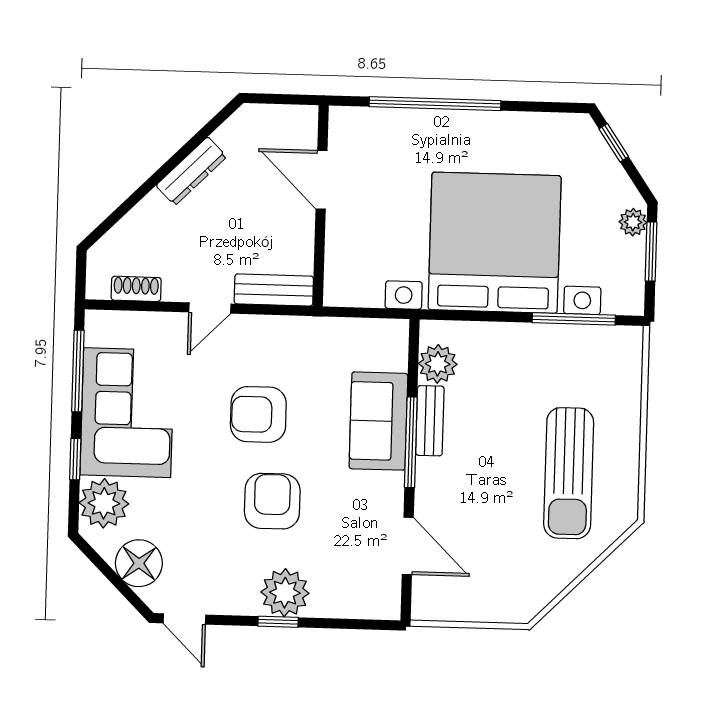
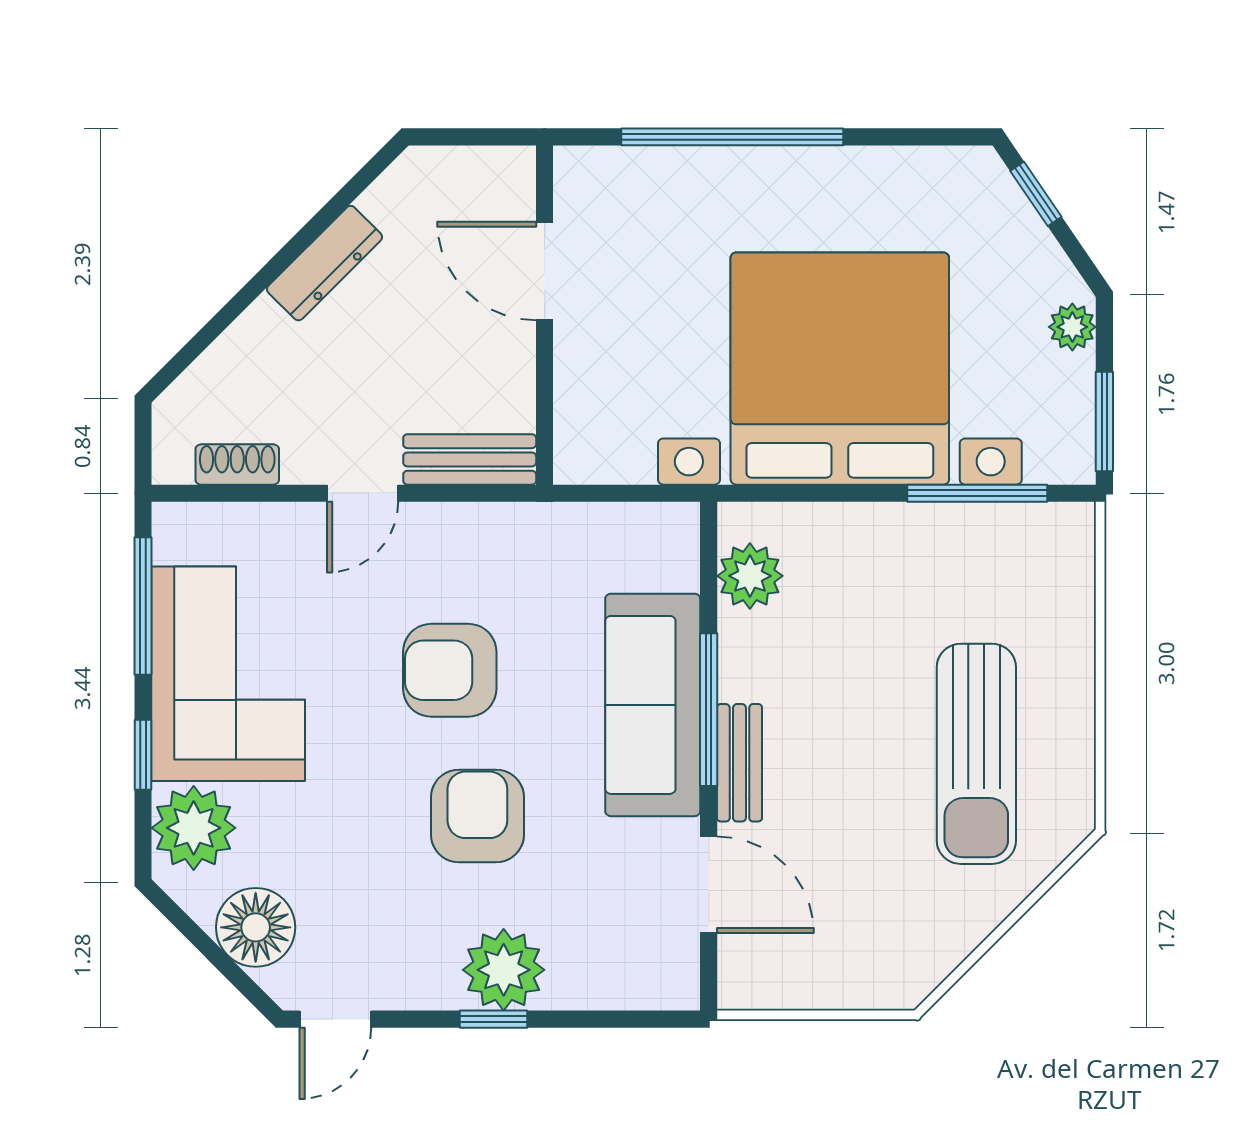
window: (651, 252) -> (1104, 422), moved
sofa: (378, 421) -> (653, 705), width x1.36
bench: (430, 421) -> (739, 763), moved
door: (184, 619) -> (335, 1019), hinge flipped

